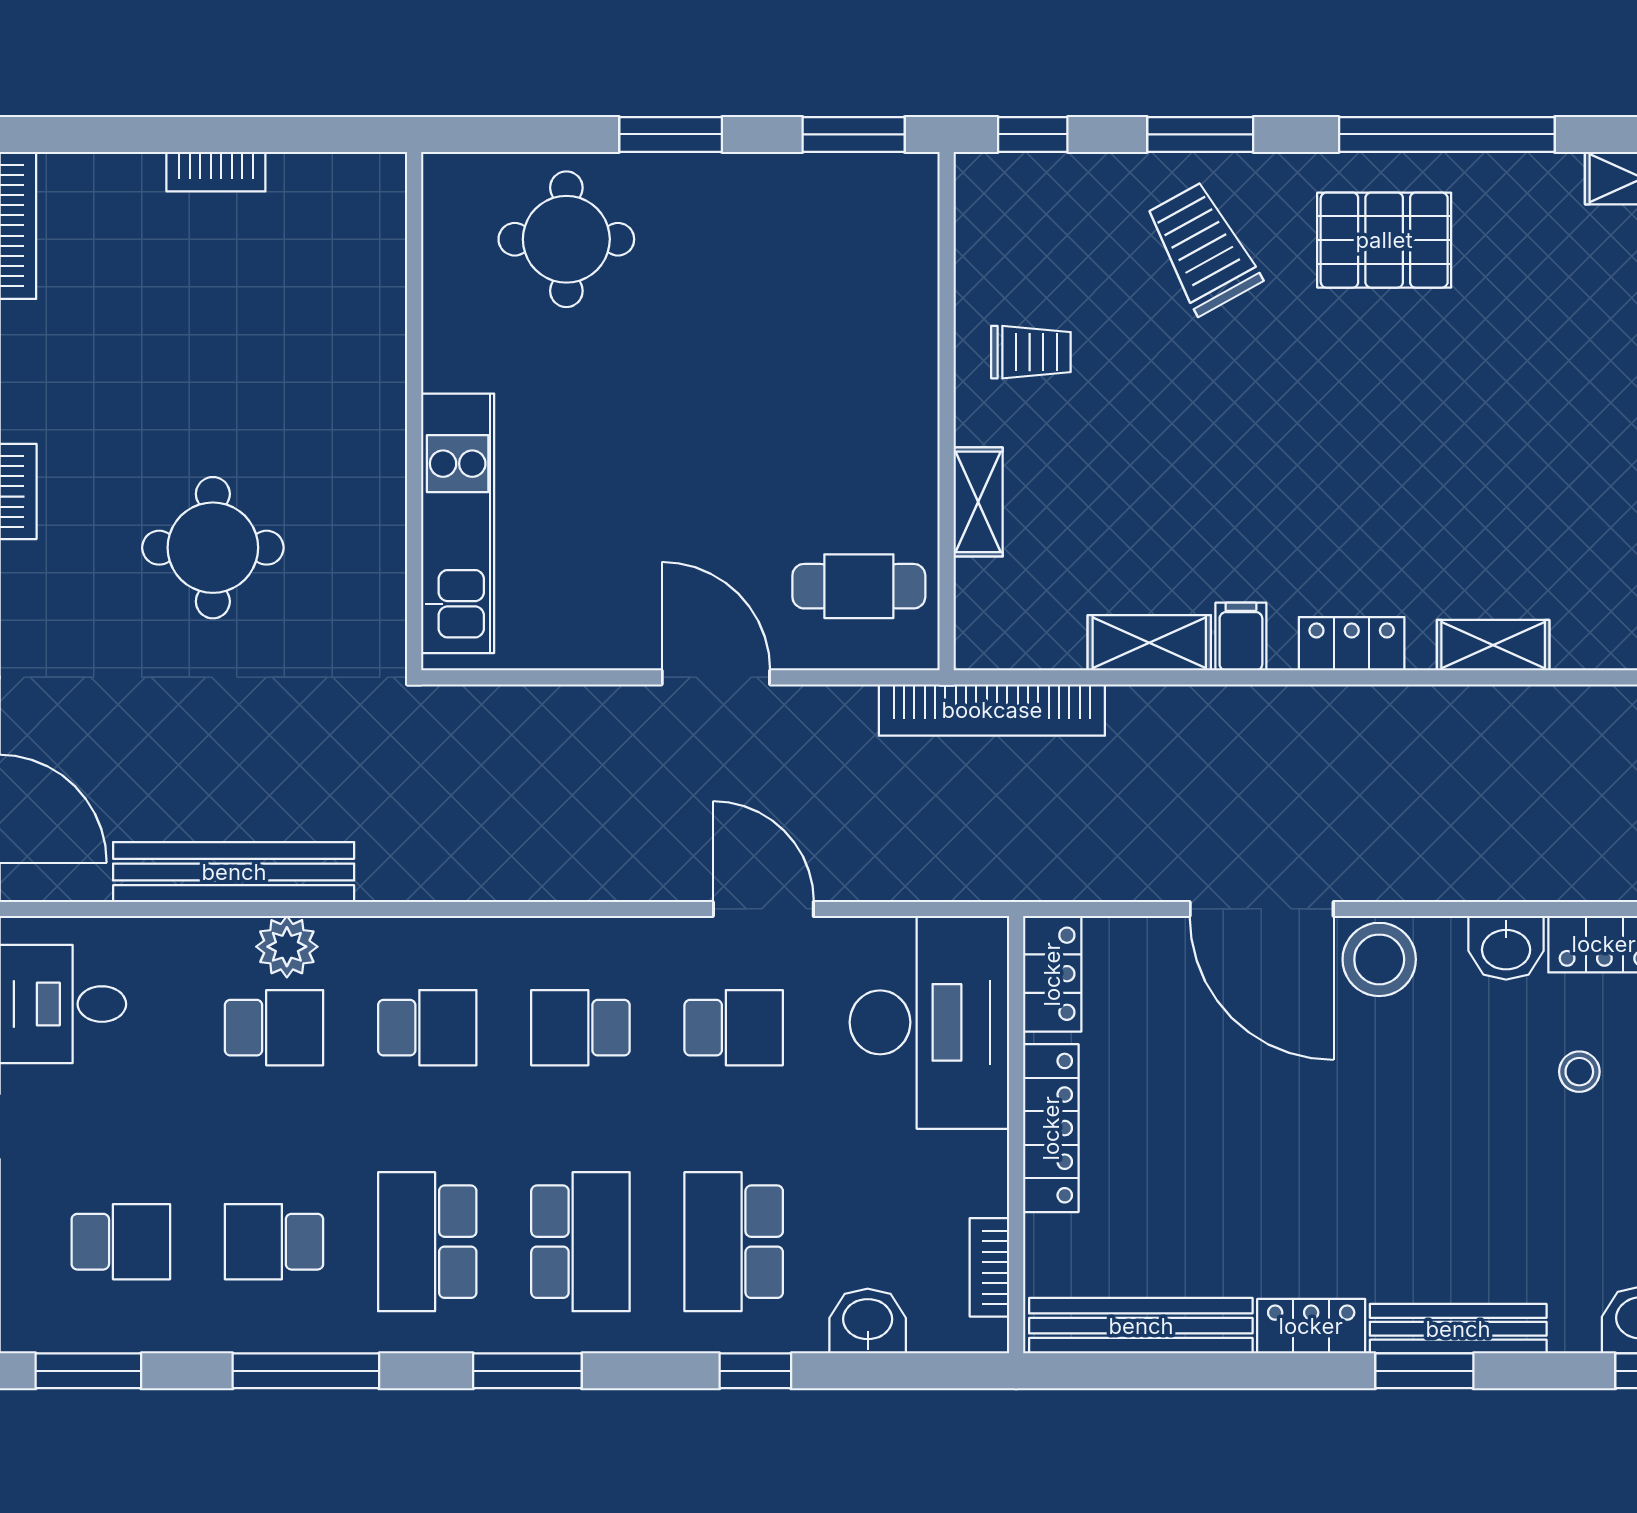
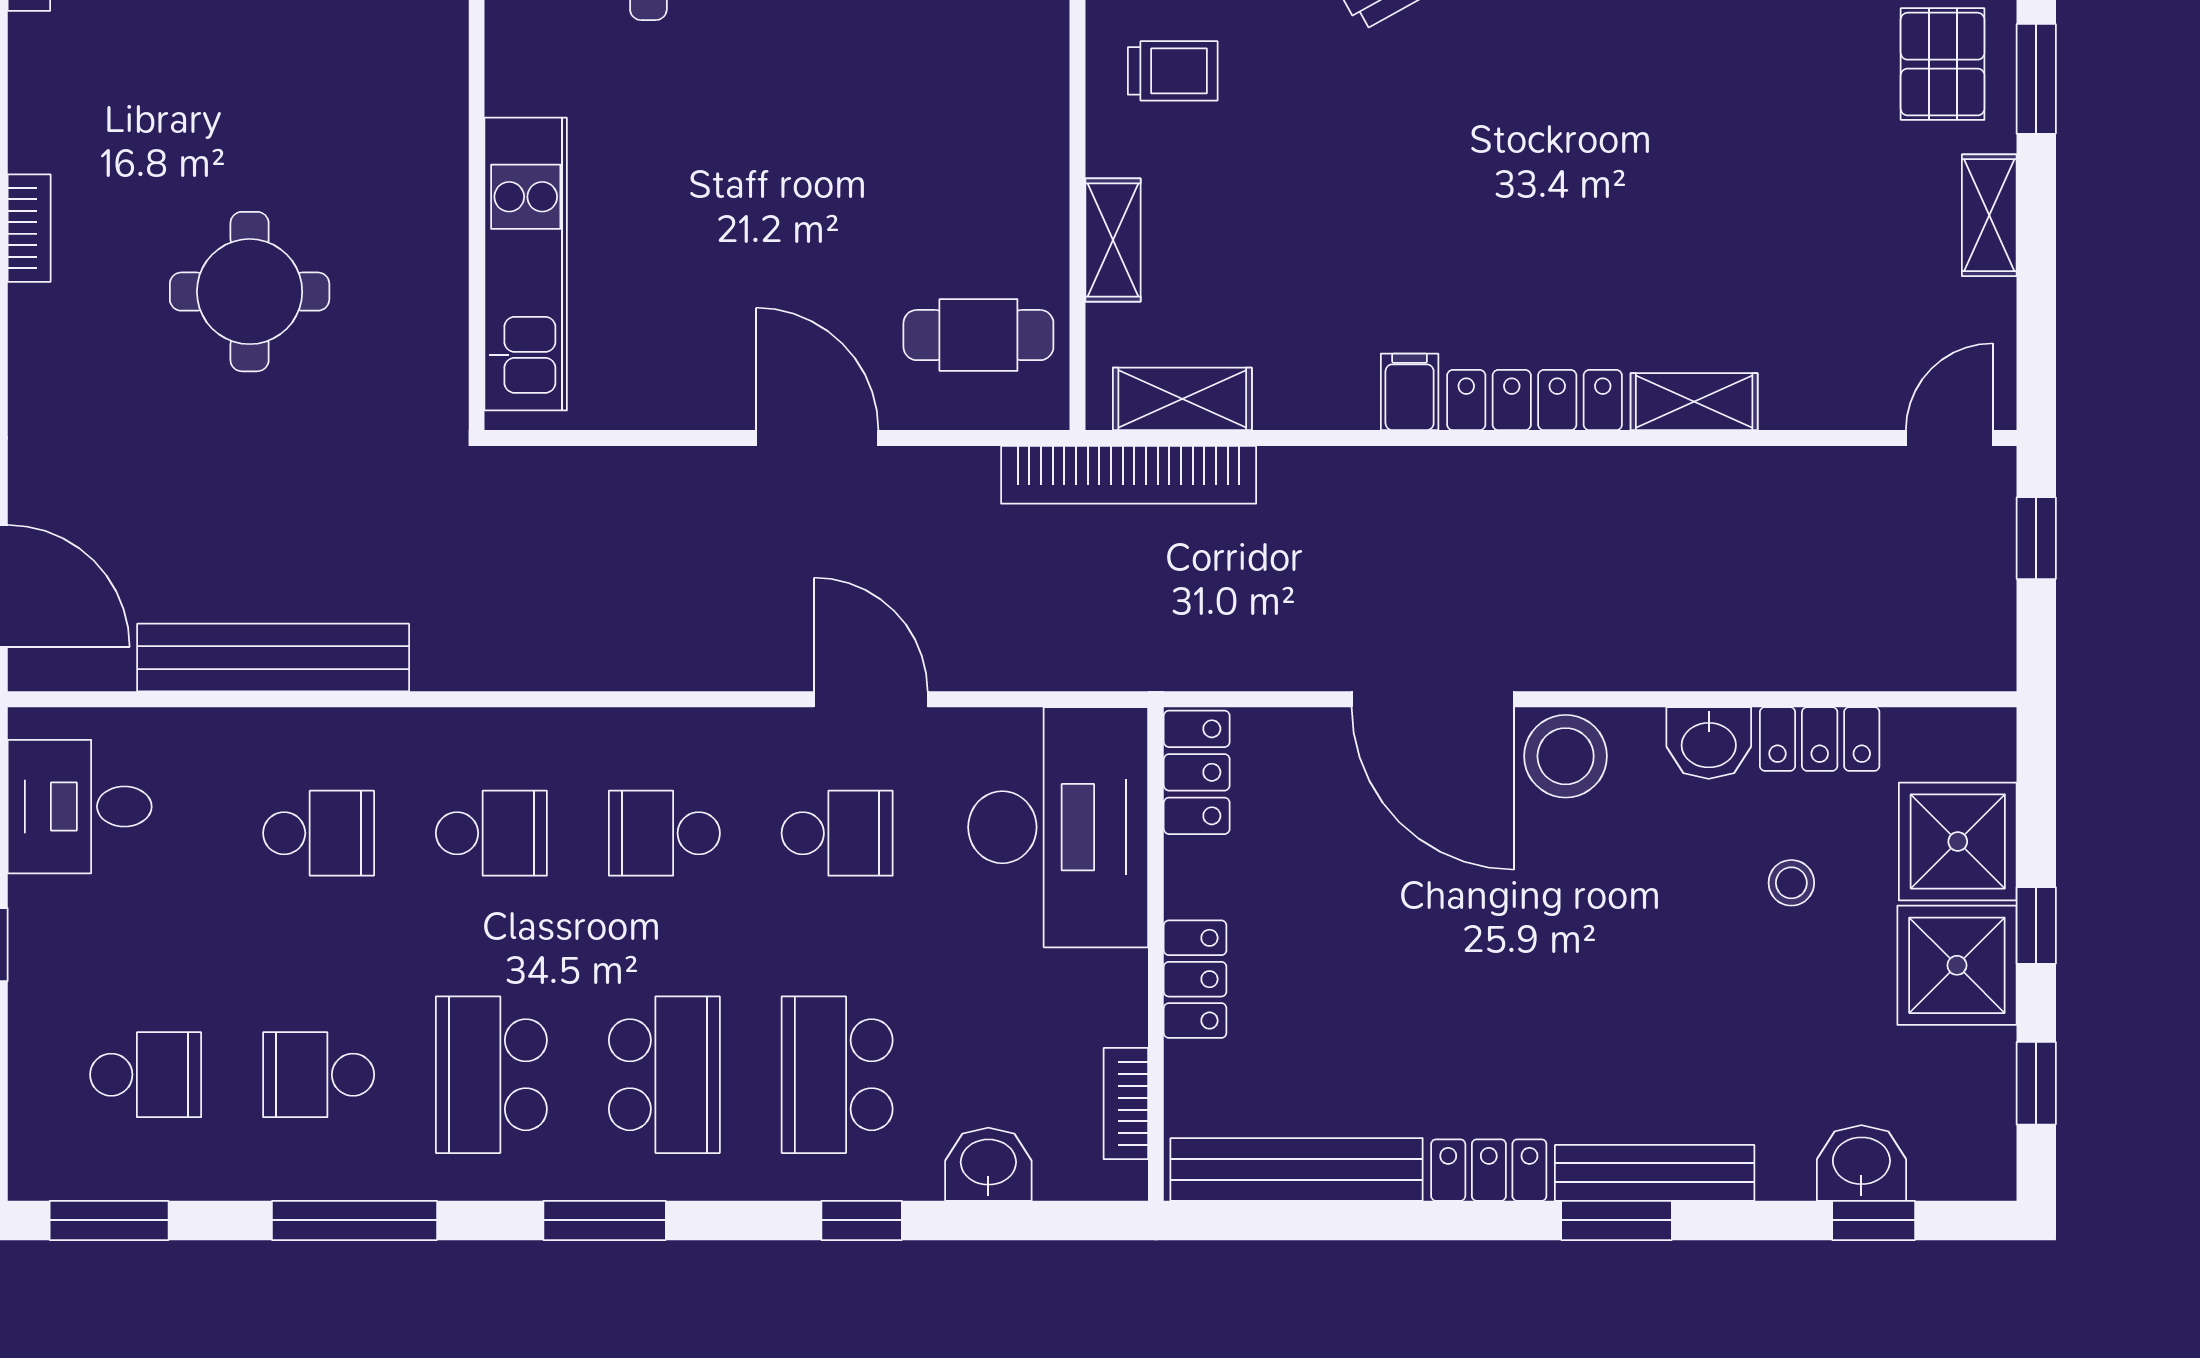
shelving: (1149, 643) -> (1182, 399), moved
locker: (1352, 644) -> (1535, 400), width x1.53
plant: (287, 947) -> (333, 742), removed
locker: (1051, 1128) -> (1195, 979), width x0.66

